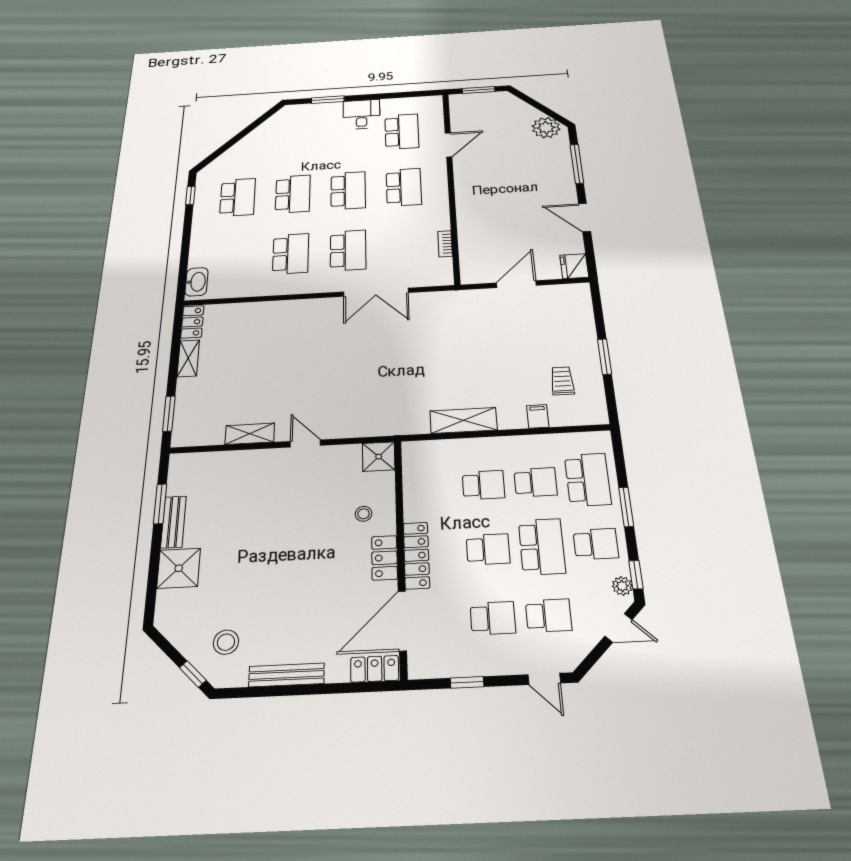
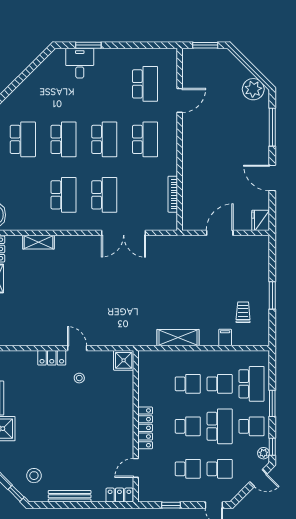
desk: (362, 114) -> (80, 63), moved
bookcase: (445, 244) -> (173, 194), width x1.56
shelving: (250, 434) -> (38, 242), moved
stool: (364, 514) -> (79, 378), moved
locker: (384, 558) -> (52, 358), moved, turned -90
door: (402, 621) -> (136, 468), width x0.53

